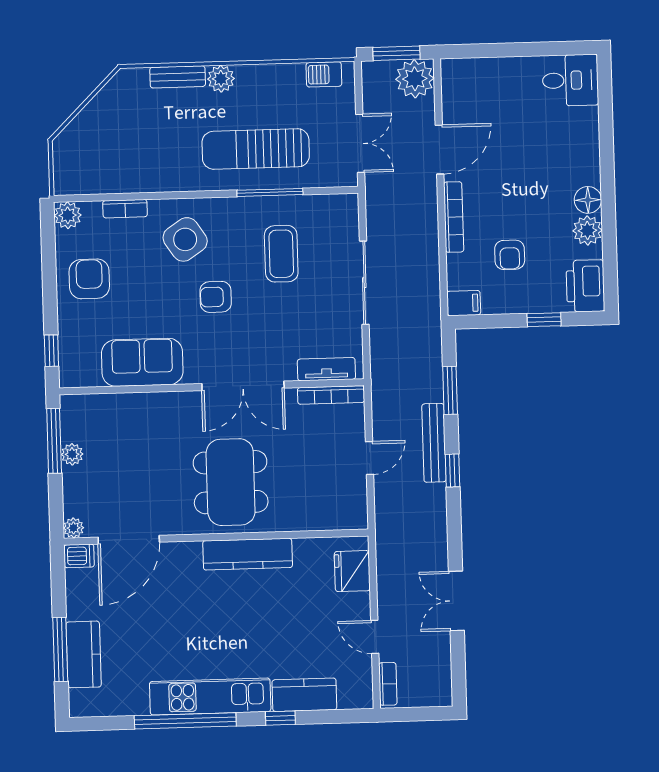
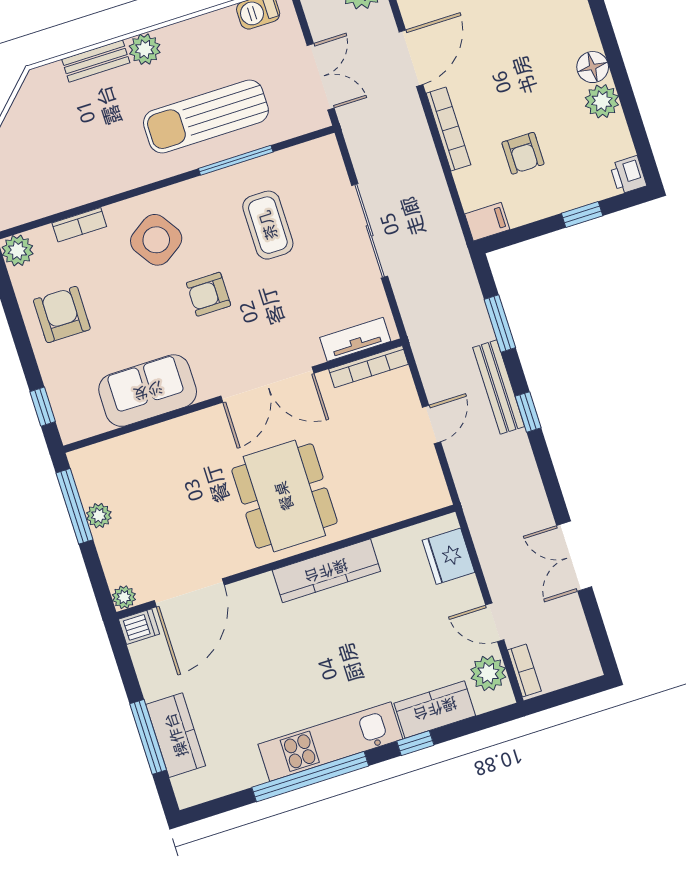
printer: (585, 286) -> (628, 175), width x0.53, depth x0.68
plant: (357, 678) -> (488, 673), added

